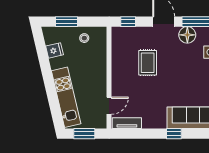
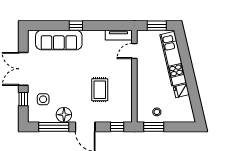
window: (67, 22) -> (154, 127), moved
fridge: (55, 50) -> (181, 91), moved

